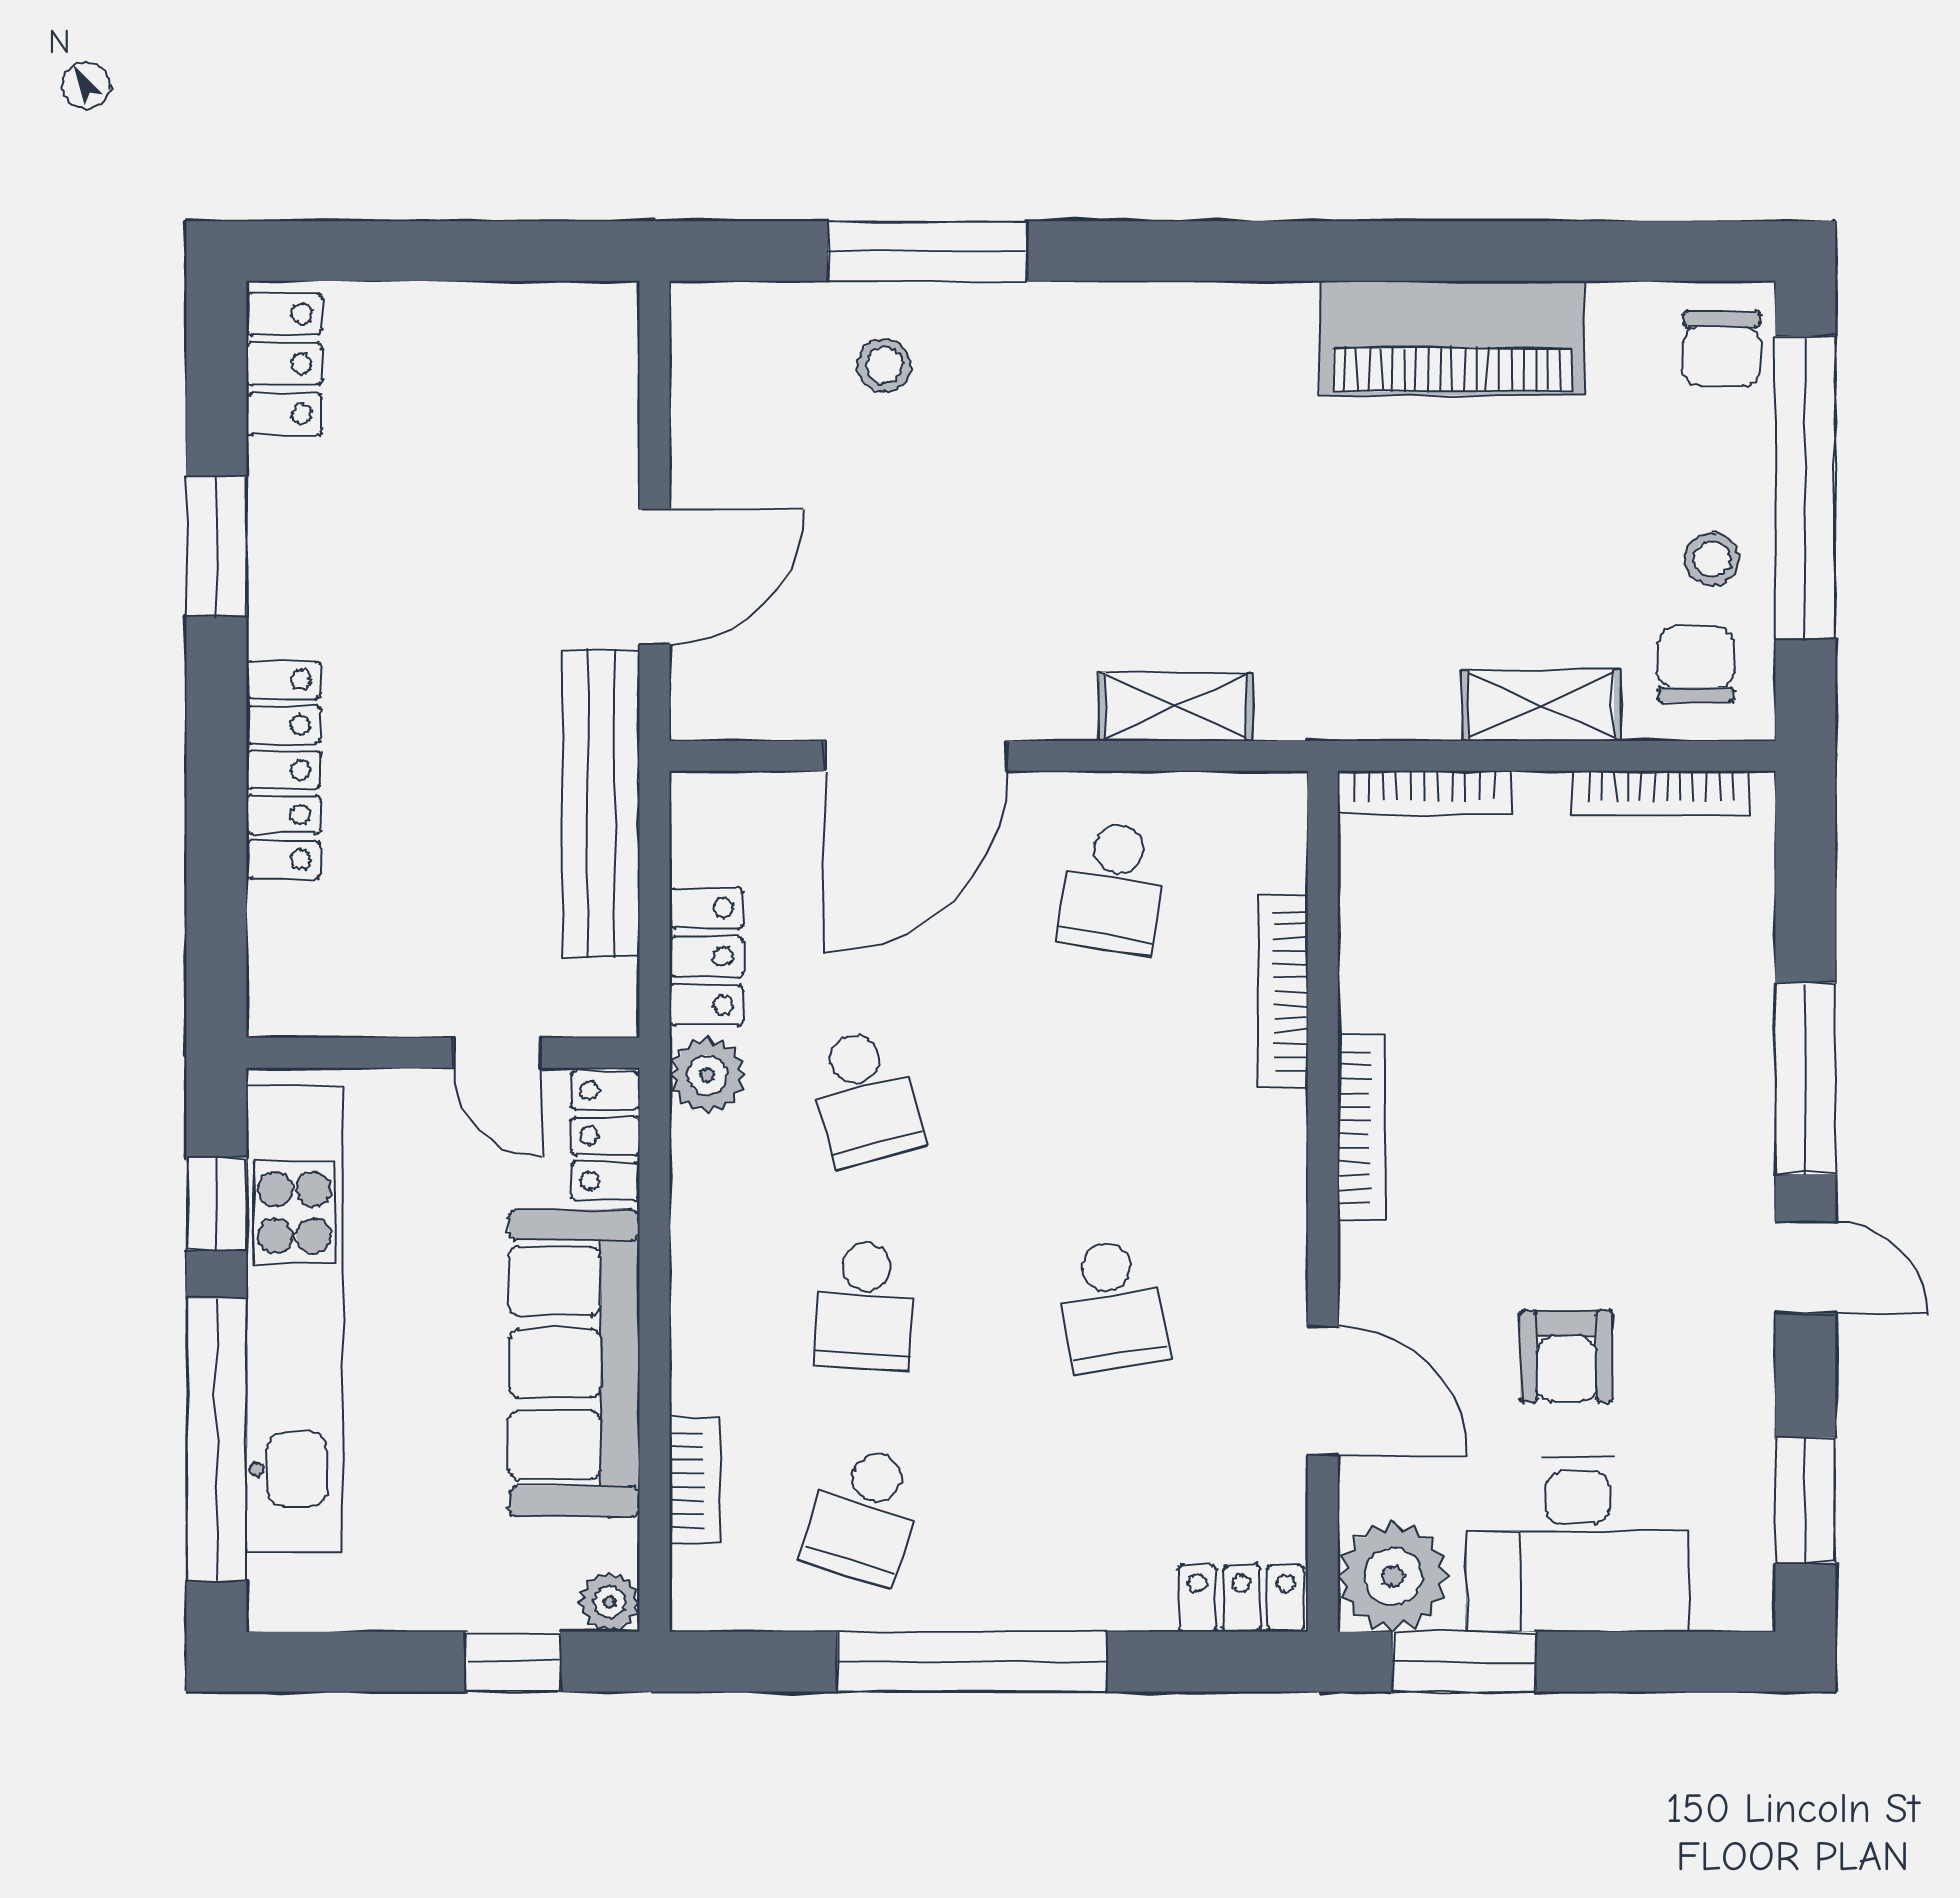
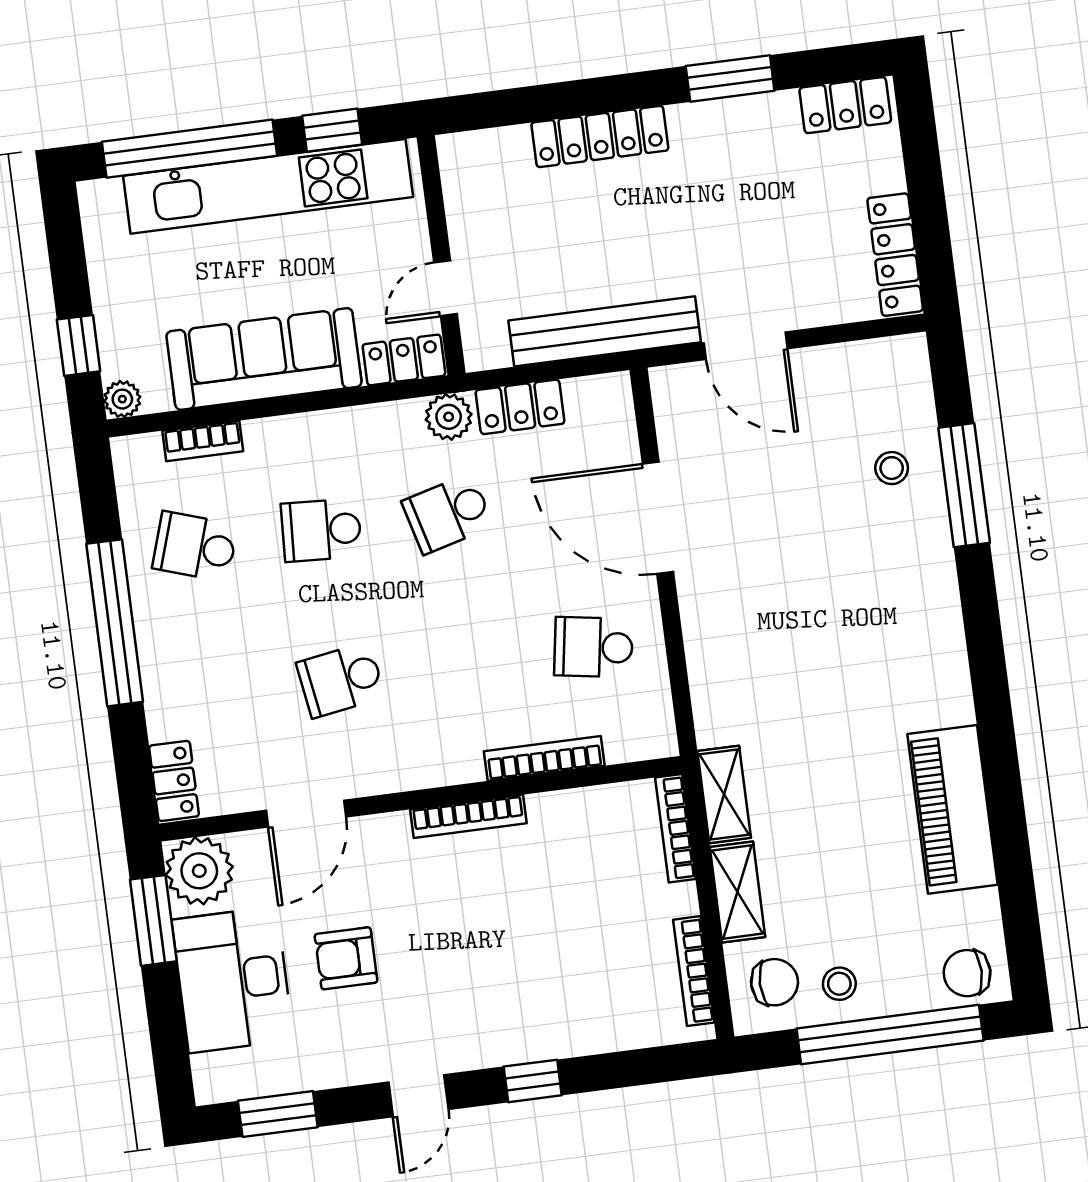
locker: (538, 314) -> (895, 255), added
shelving: (1176, 707) -> (724, 794), moved
window: (1805, 1078) -> (533, 1081), width x0.46

